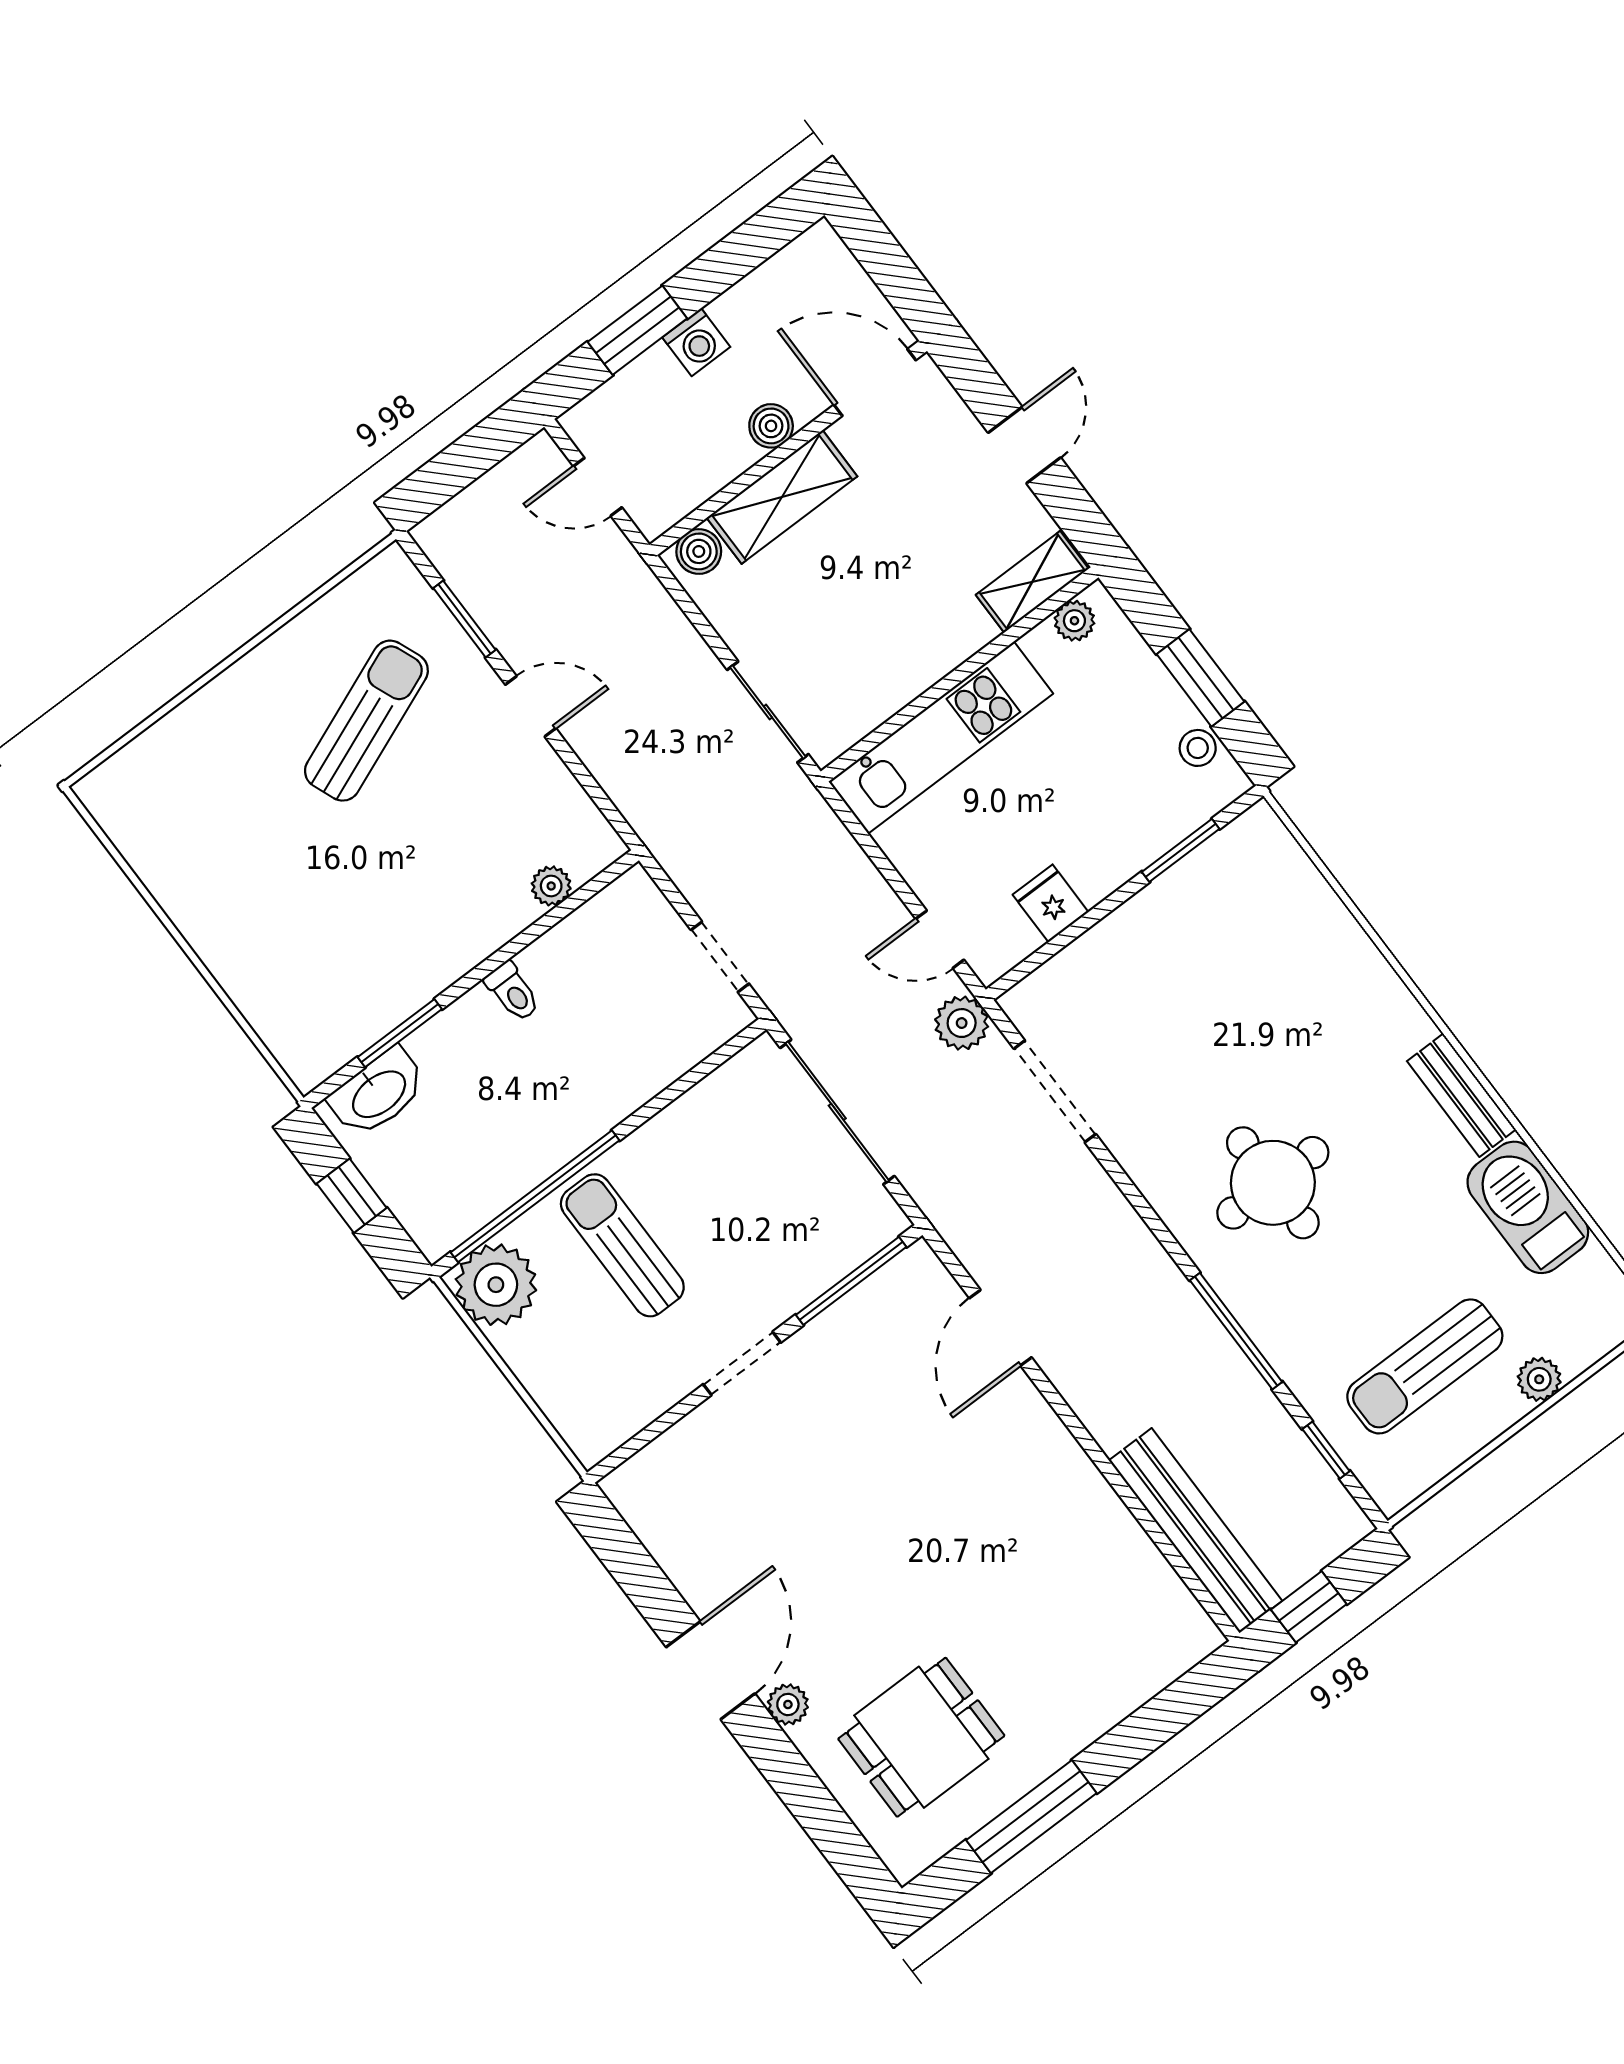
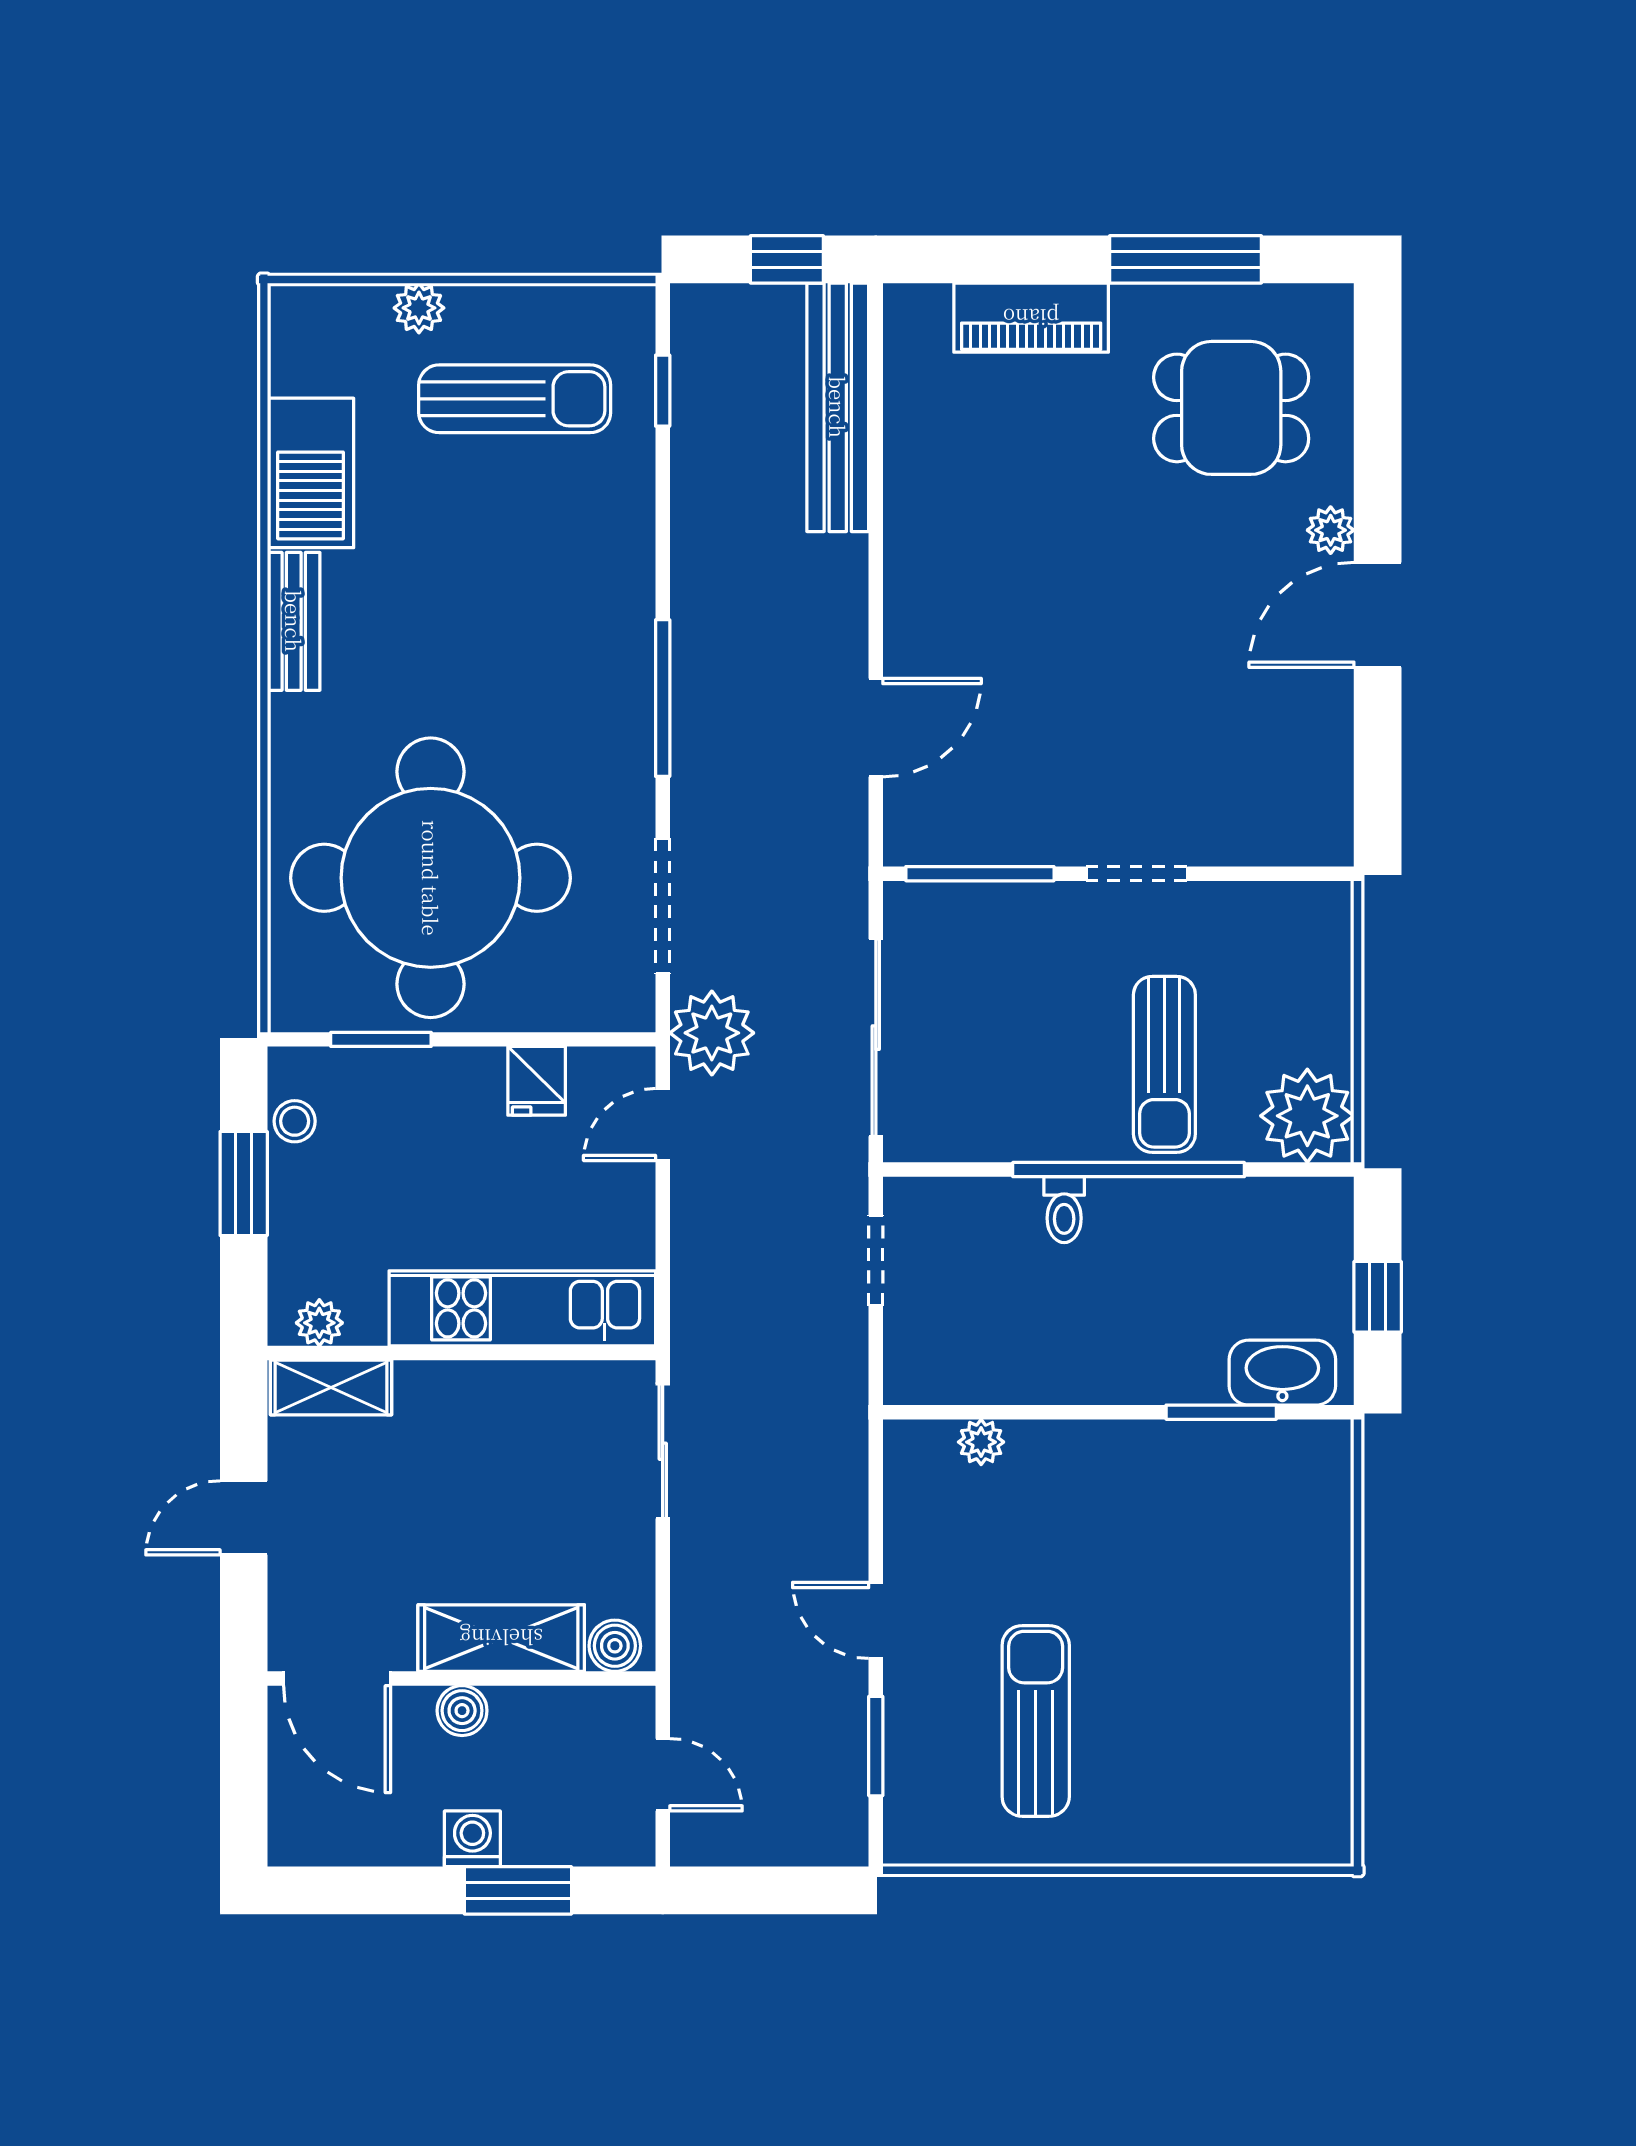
sun lounger: (366, 721) -> (1036, 1721), turned 112
door: (940, 939) -> (663, 1125), swing flipped
toilet: (513, 992) -> (1064, 1210), moved, turned 180
plant: (962, 1023) -> (712, 1033), width x1.36, depth x1.36
round table: (1273, 1183) -> (431, 878), moved, width x1.86, depth x1.86
window: (535, 1196) -> (1129, 1170), moved
window: (1236, 1331) -> (663, 698), moved
piano: (1108, 1695) -> (1031, 318), added

